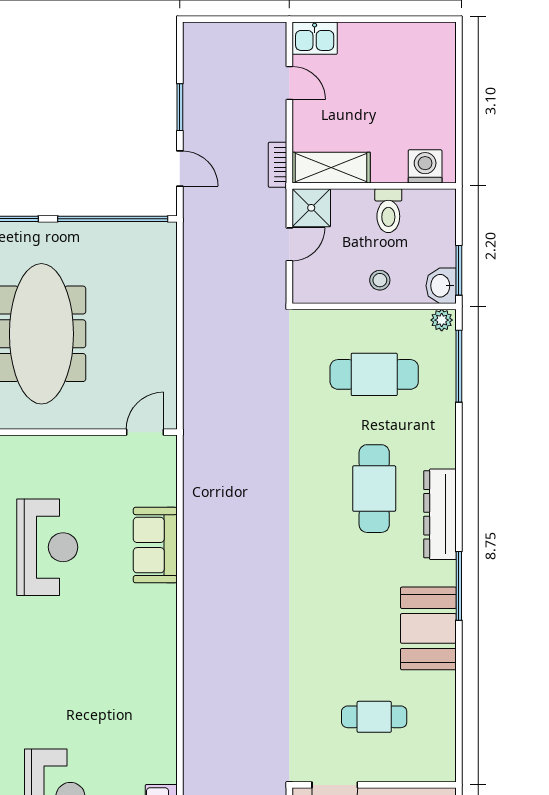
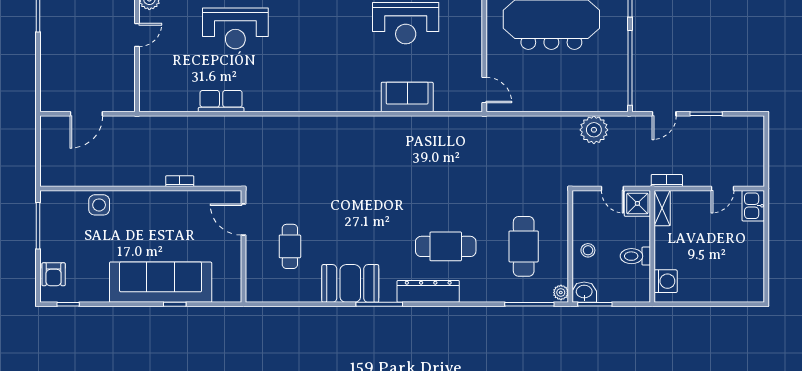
shelving: (331, 168) -> (662, 208), width x0.67, depth x0.75
plant: (203, 271) -> (594, 130), added

